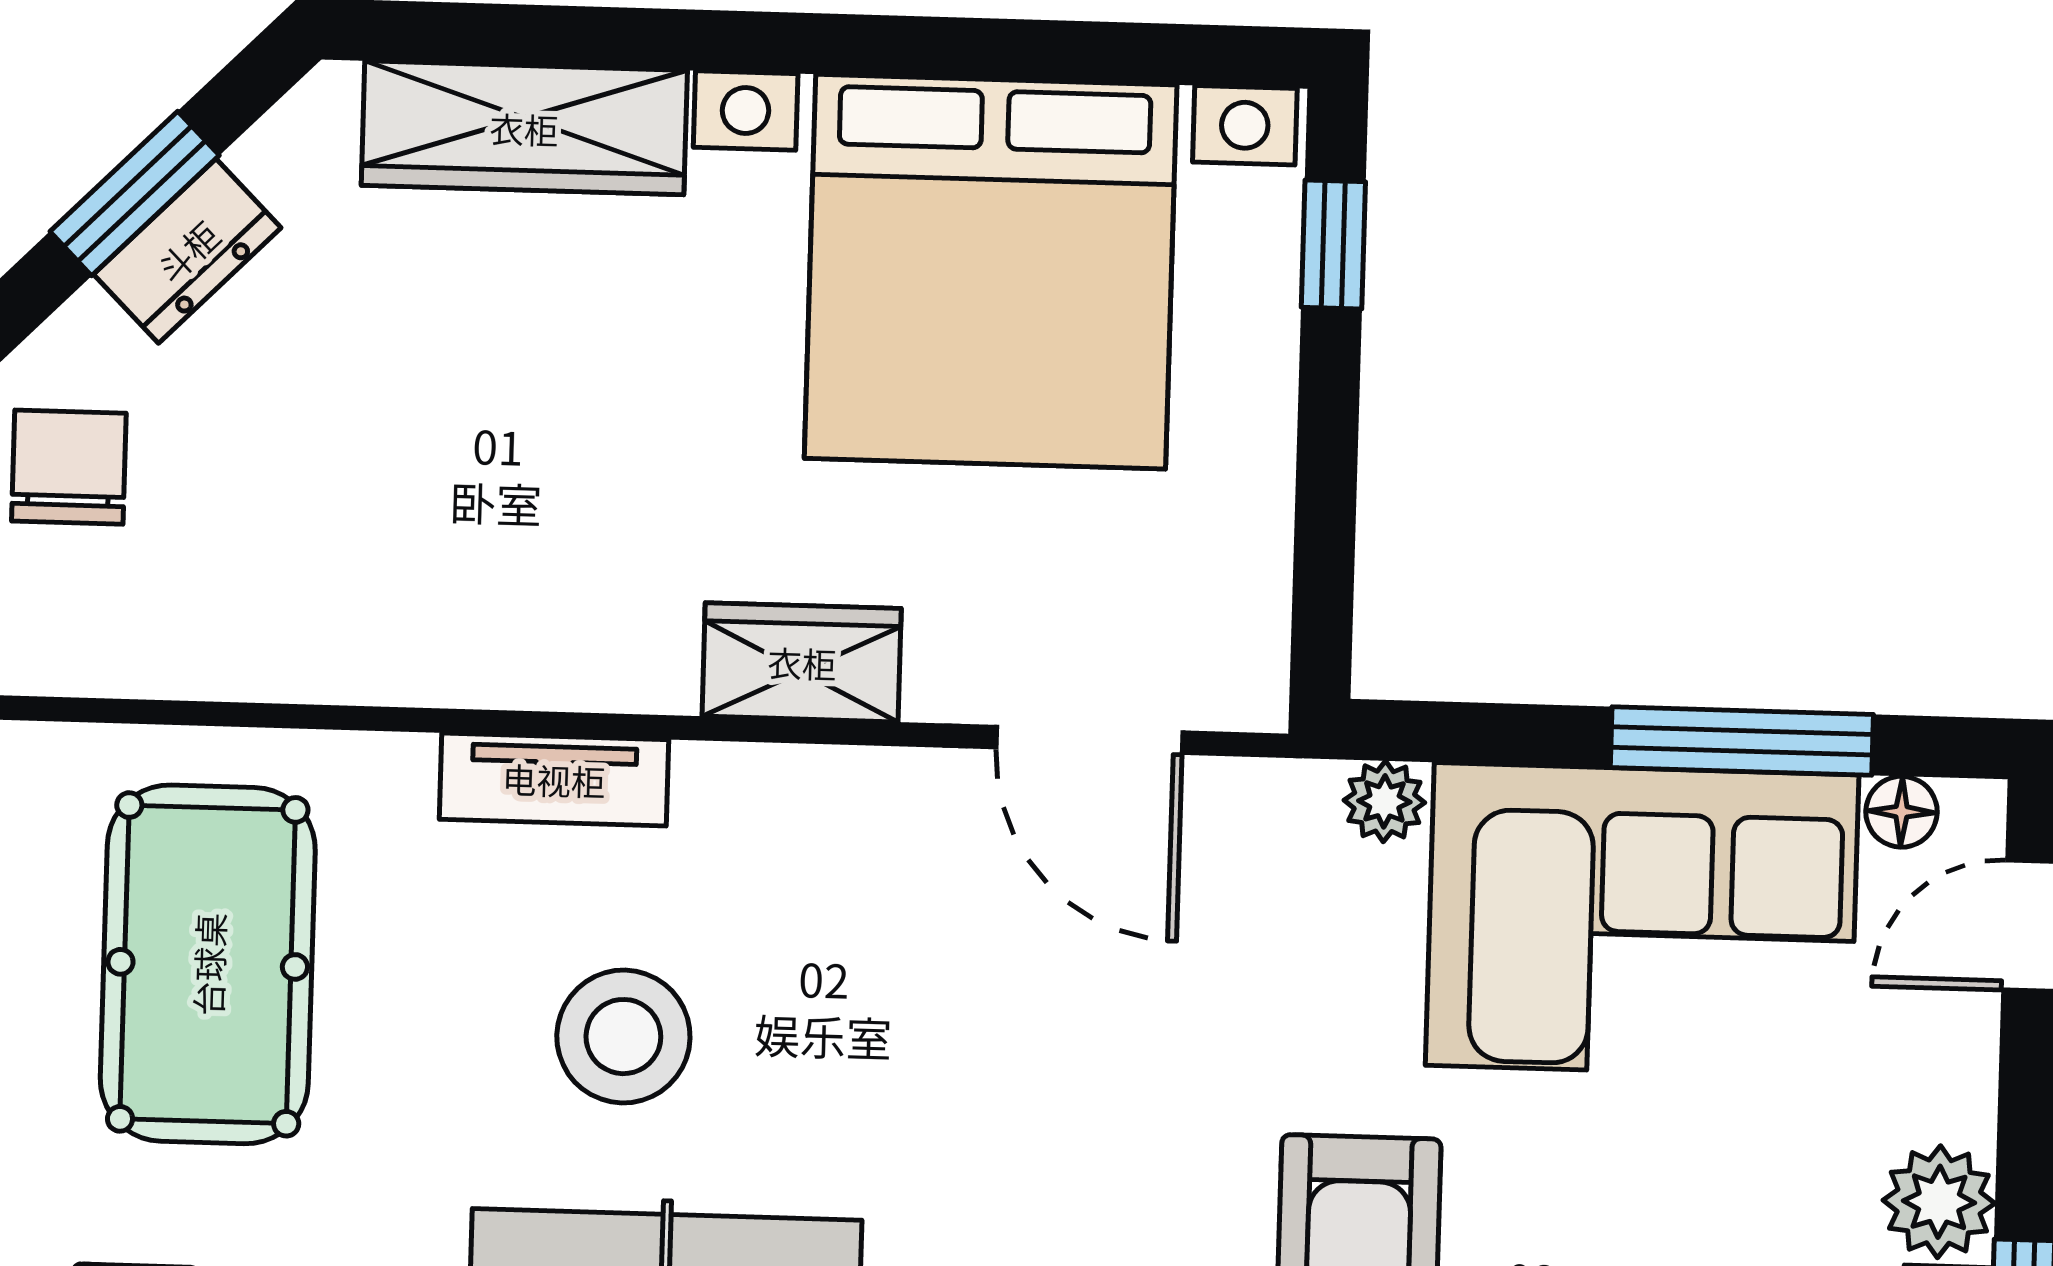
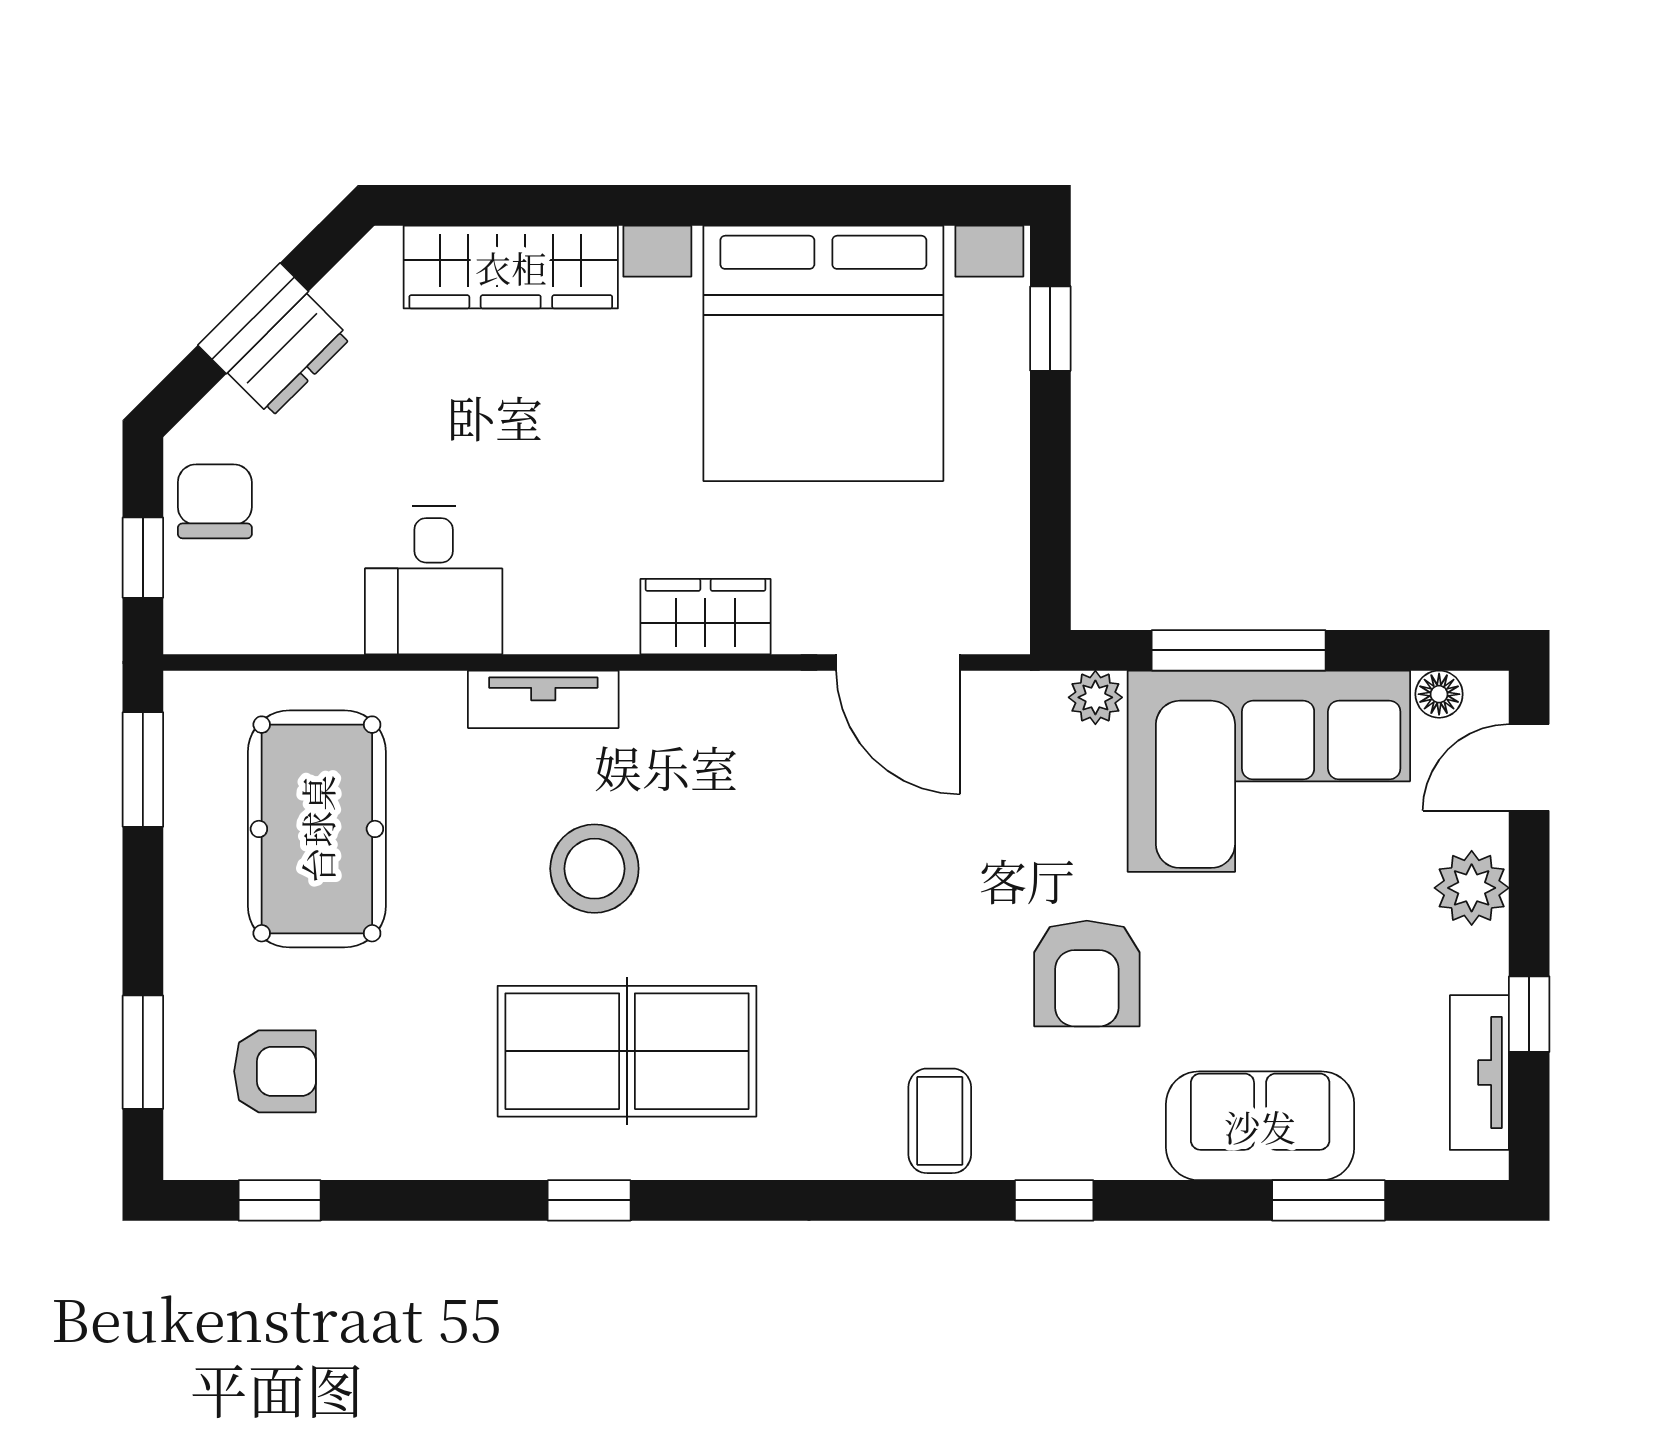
desk: (394, 596) -> (434, 580), added
window: (1742, 741) -> (1239, 650), moved
plant: (1939, 1202) -> (1472, 888), moved

